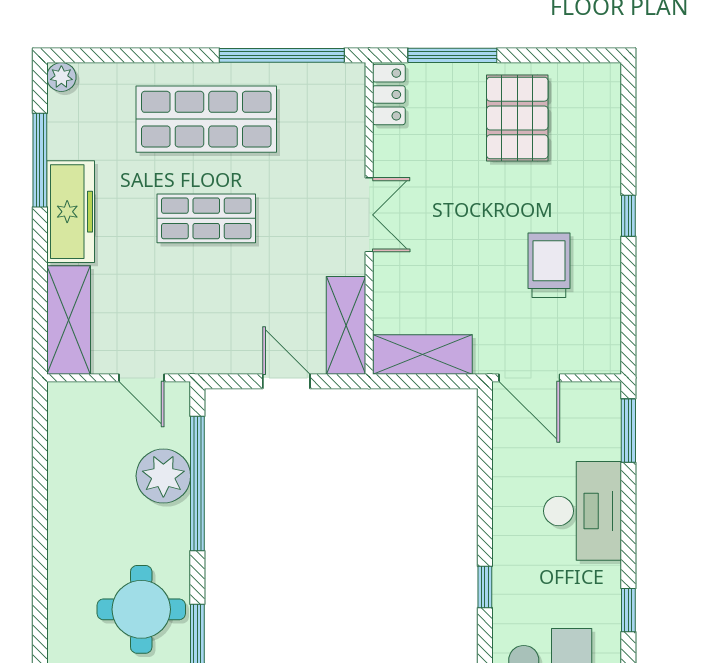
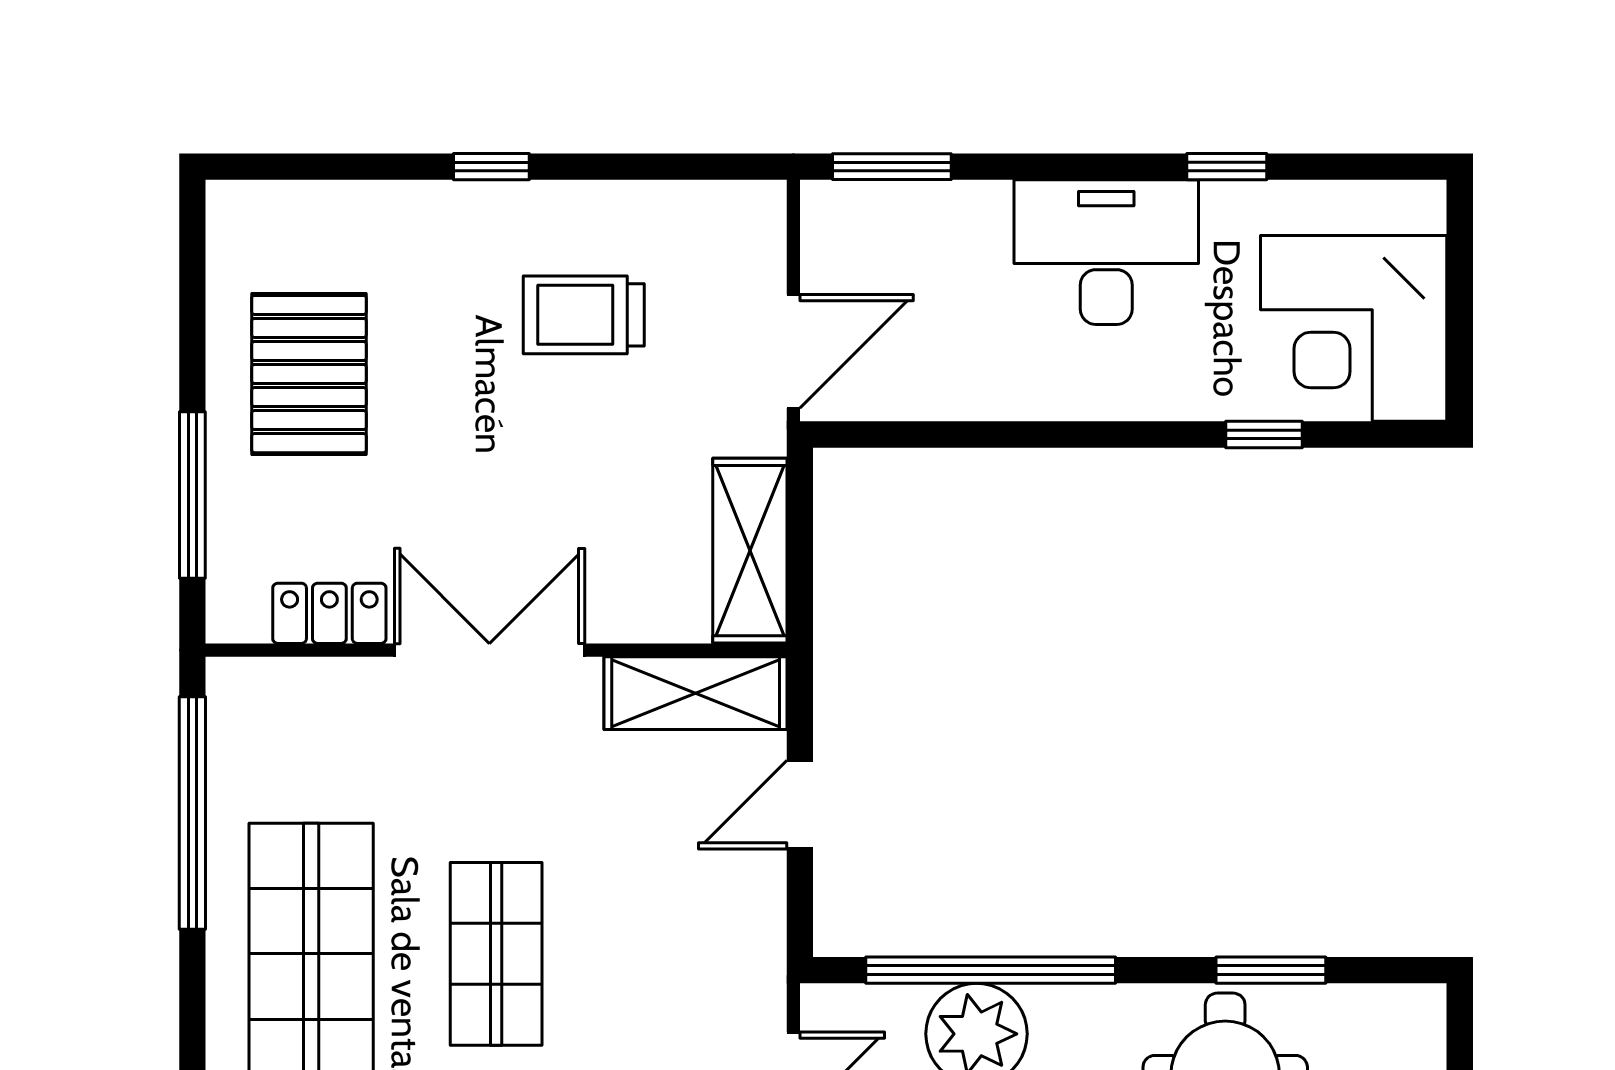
locker: (389, 94) -> (329, 613), moved
pallet: (517, 118) -> (309, 374), turned 90
double door: (369, 215) -> (489, 650), width x1.37
desk: (583, 511) -> (1106, 252), moved
window: (485, 587) -> (1264, 434), moved

